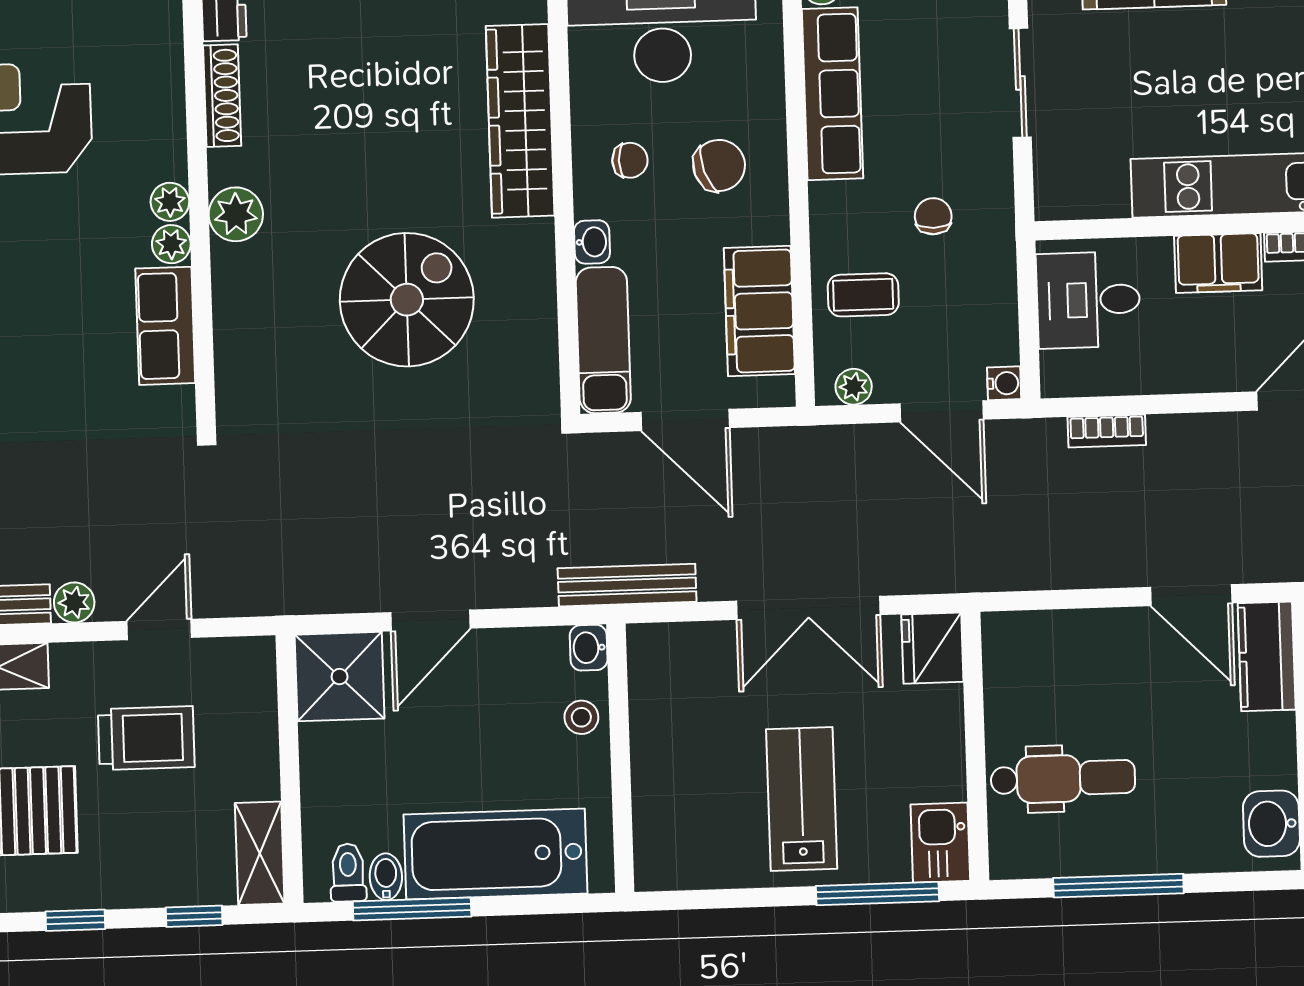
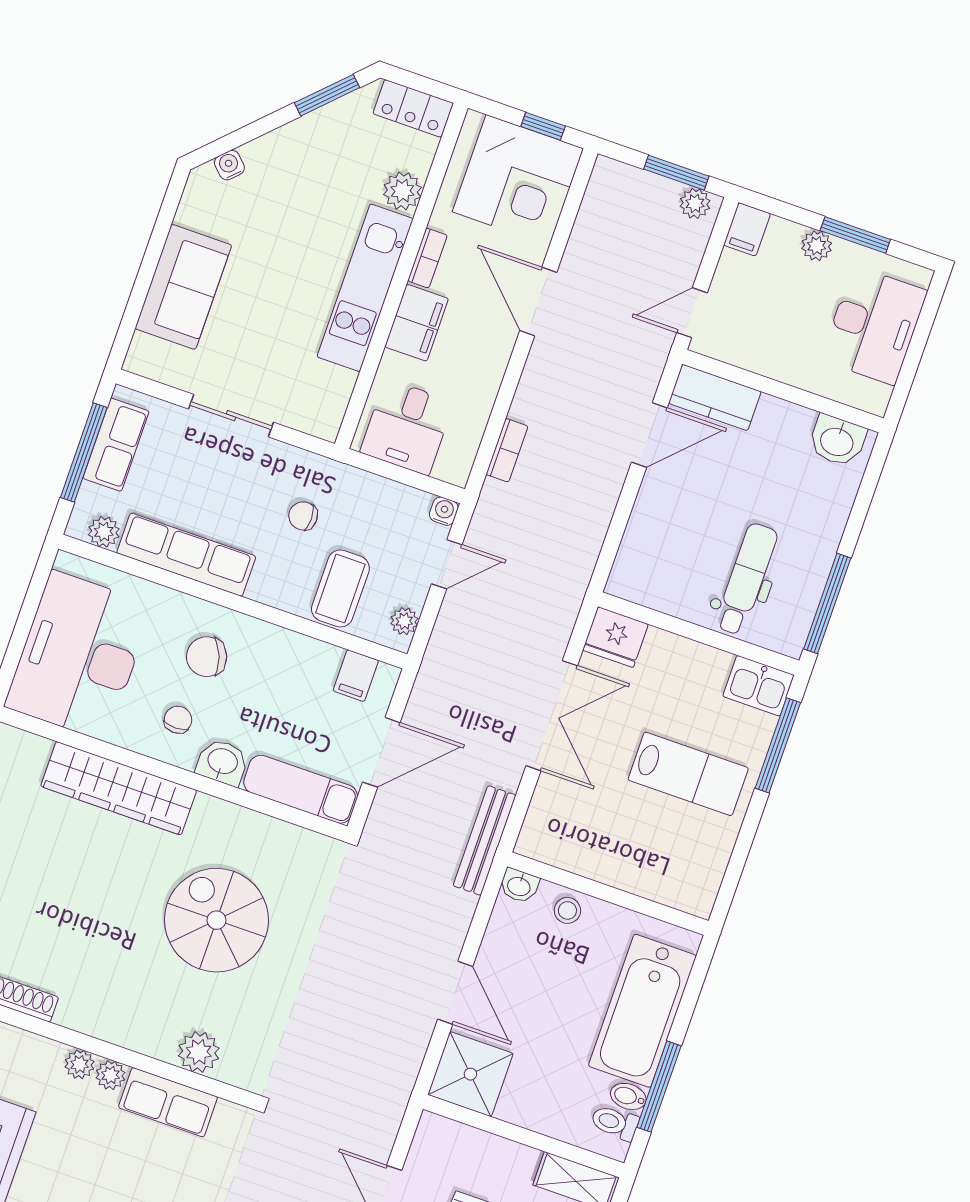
chair: (719, 165) -> (207, 657), turned -91
plant: (236, 214) -> (199, 1052), moved
washbasin: (592, 242) -> (222, 762), width x1.38, depth x1.45
coffee table: (863, 295) -> (340, 588), width x1.36, depth x1.30
filing cabinet: (759, 311) -> (356, 676), width x0.33, depth x0.86
door: (942, 411) -> (447, 564), width x0.73
lab bench: (802, 799) -> (688, 774), turned 180
window: (1118, 886) -> (827, 603), moved

